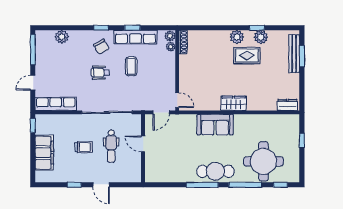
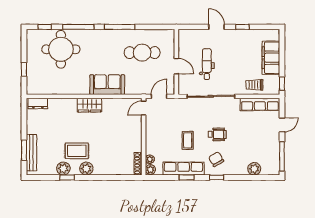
door: (177, 100) -> (144, 108), hinge flipped
trolley: (84, 147) -> (254, 85), moved
cafe table: (215, 171) -> (142, 53), moved

